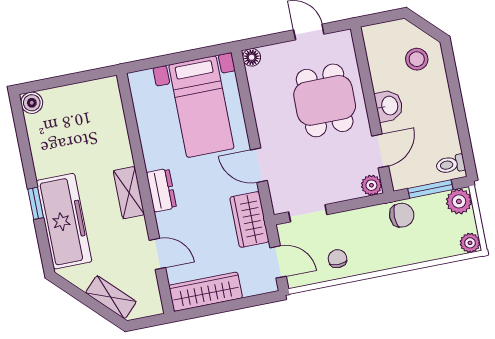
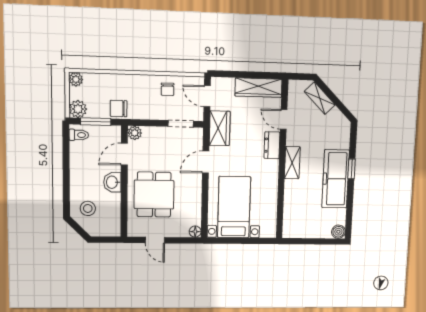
door: (259, 165) -> (206, 162), swing flipped
dresser: (161, 190) -> (272, 145), moved
freezer: (64, 221) -> (336, 179), moved

